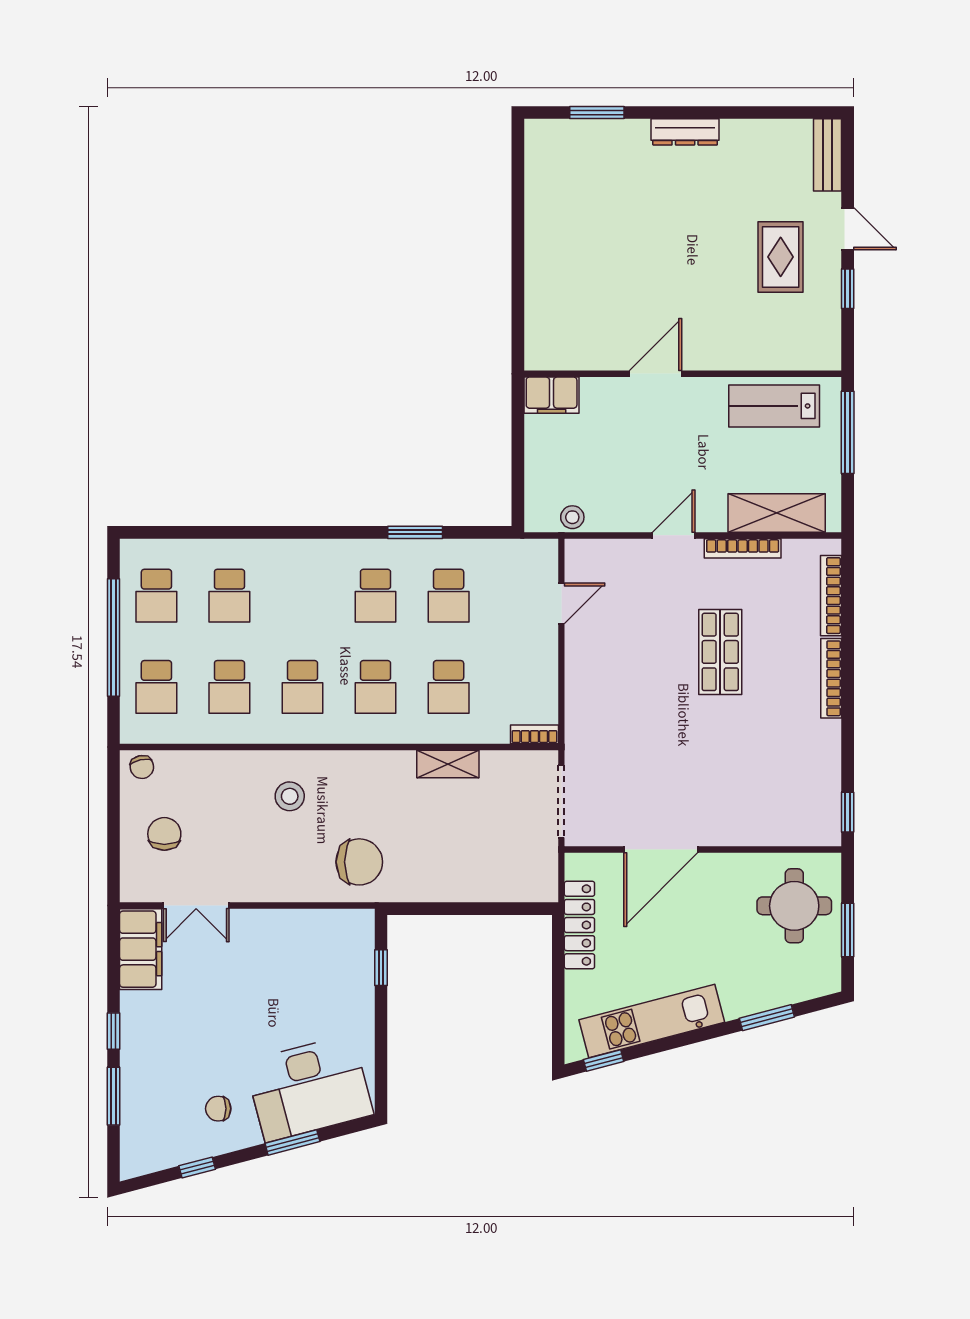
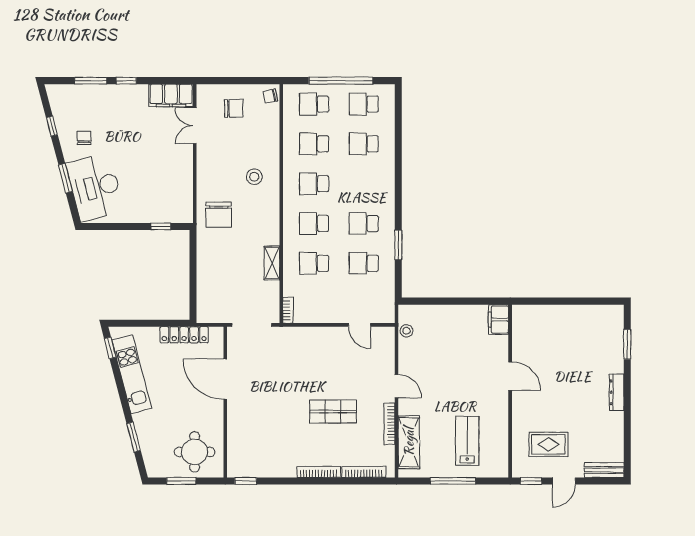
door: (655, 374) -> (510, 376), moved
wall: (683, 374) -> (510, 391), moved
filing cabinet: (552, 395) -> (499, 319), moved

